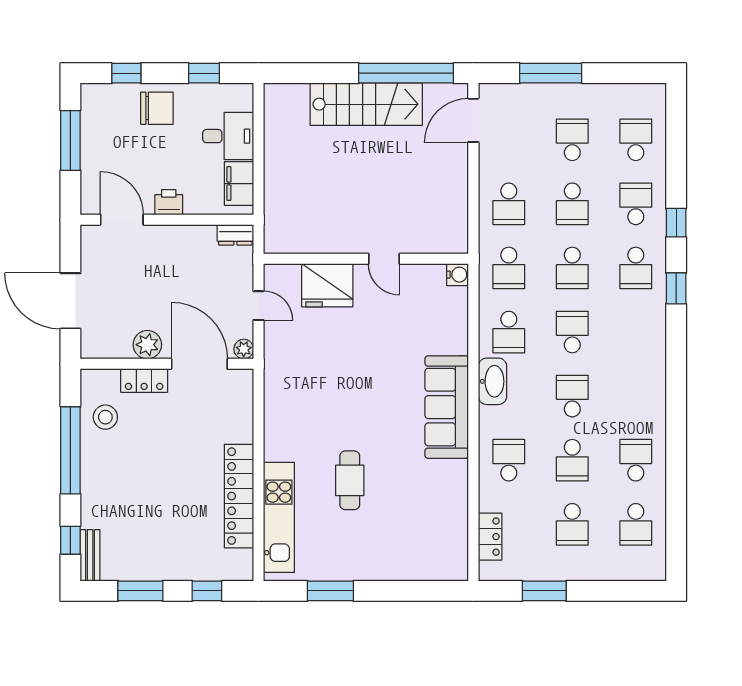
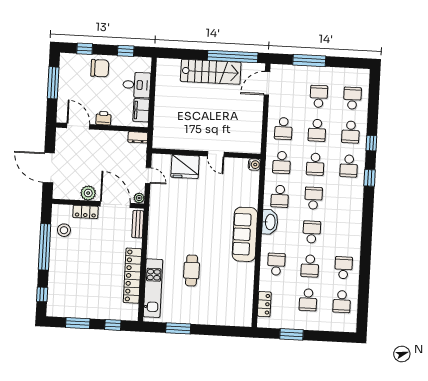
school desk: (636, 204) -> (351, 132), turned 180
bench: (90, 555) -> (138, 224), moved

